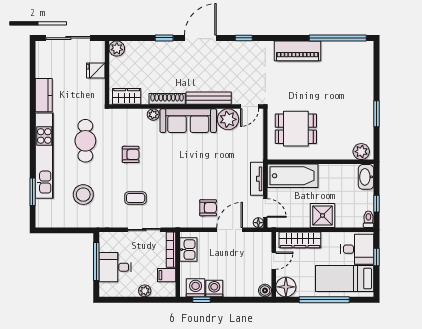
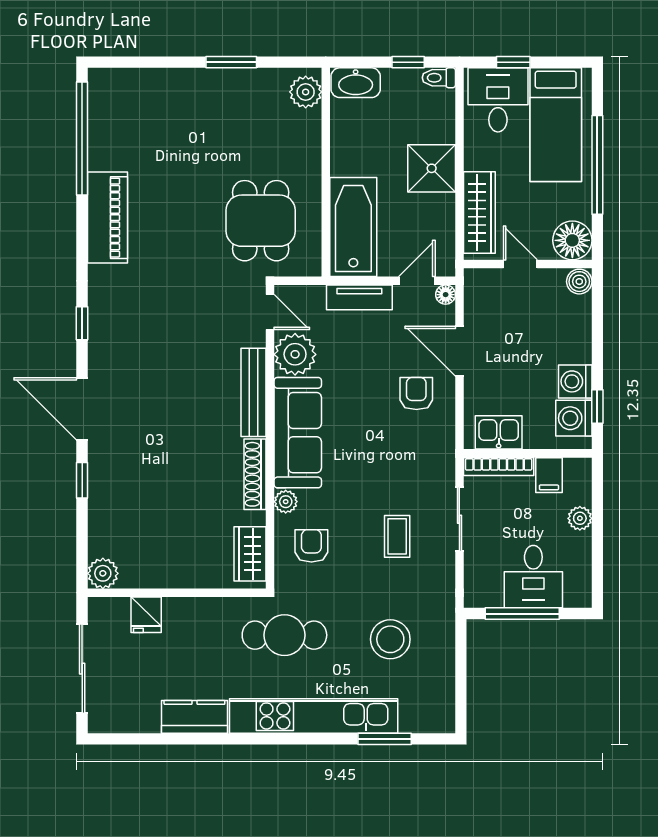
wardrobe: (127, 96) -> (250, 554), moved
bench: (209, 98) -> (253, 392), moved
shoe rack: (167, 99) -> (255, 474), moved
wall: (186, 107) -> (270, 437), moved
door: (250, 107) -> (270, 312), moved
plant: (153, 115) -> (286, 502), moved
plant: (228, 119) -> (295, 354), moved
sofa: (188, 121) -> (298, 433), moved

